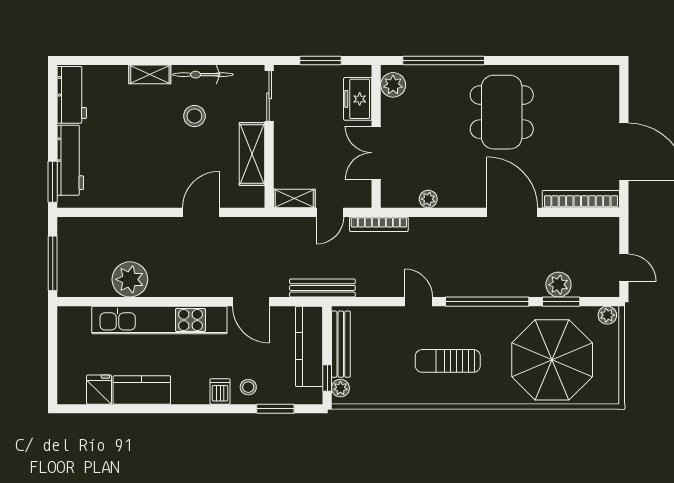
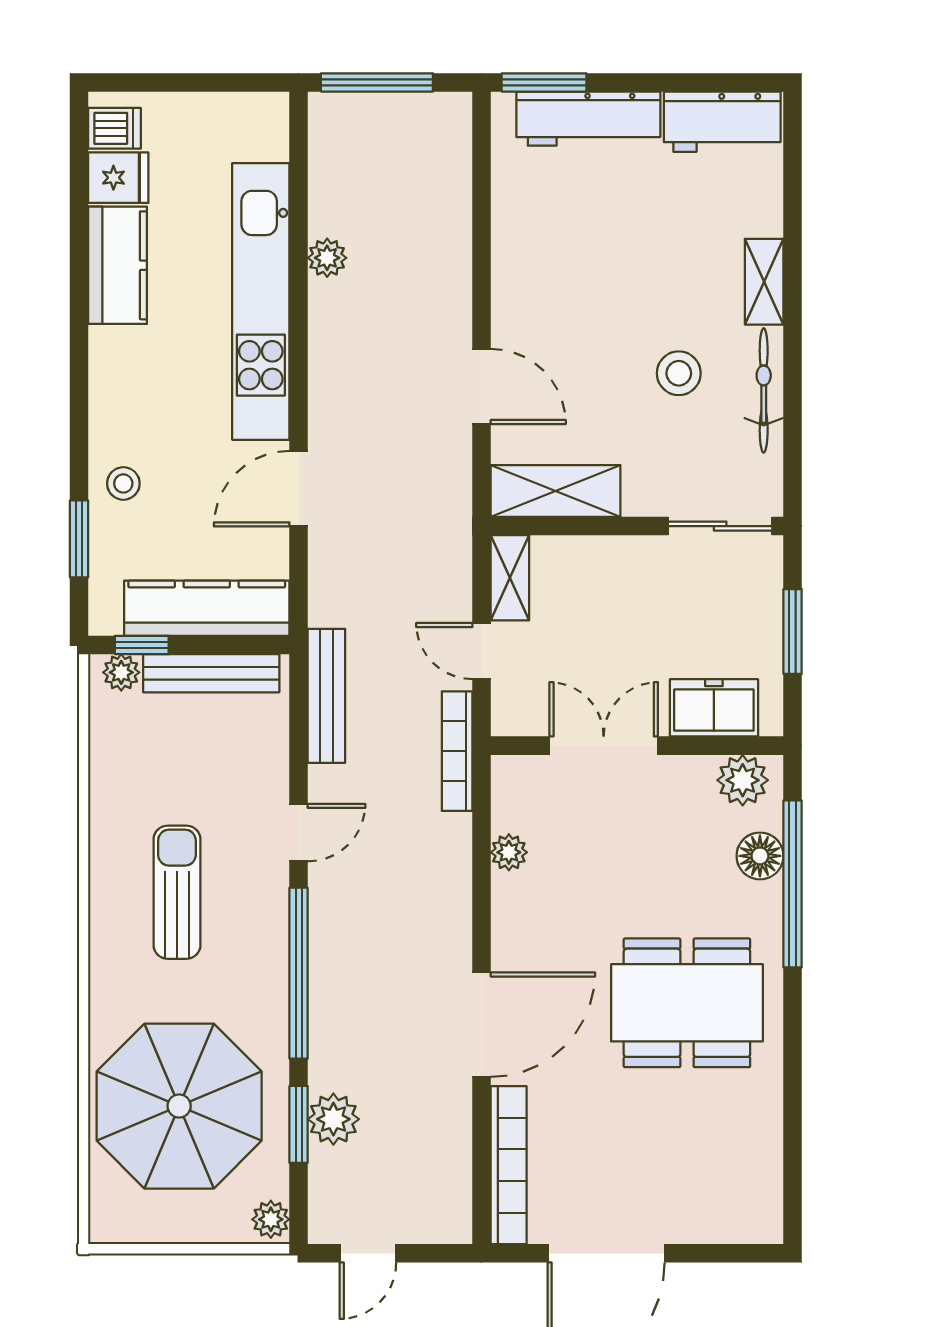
floor lamp: (430, 76) -> (760, 856), added
shelving: (252, 154) -> (556, 491), moved
plant: (130, 279) -> (327, 258), width x0.53, depth x0.53
bench: (322, 288) -> (326, 696), moved
dishwasher: (220, 391) -> (114, 128), moved

